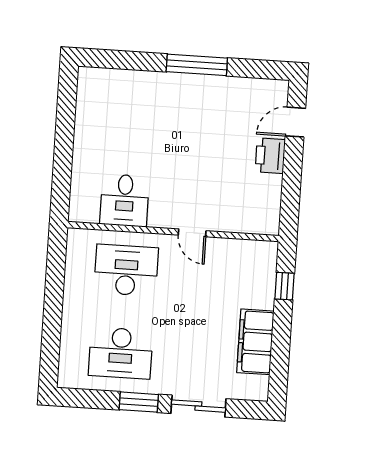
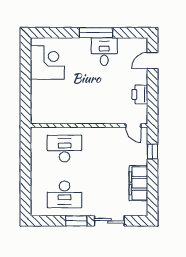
corner desk: (105, 113) -> (47, 63), added
printer: (270, 156) -> (140, 94), moved
desk: (125, 200) -> (104, 52), moved, turned 180
door: (192, 233) -> (133, 126), moved

